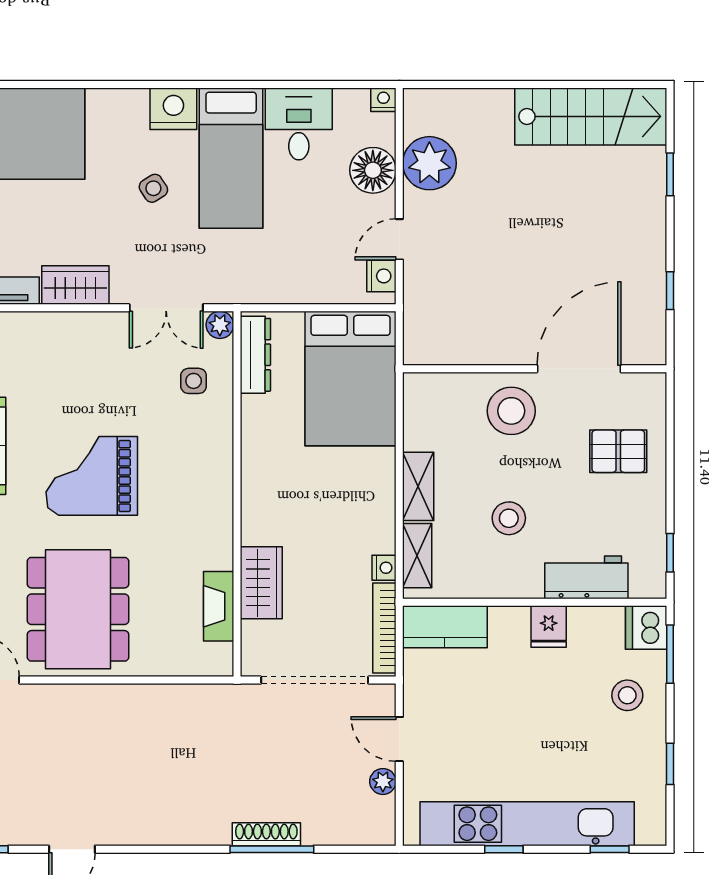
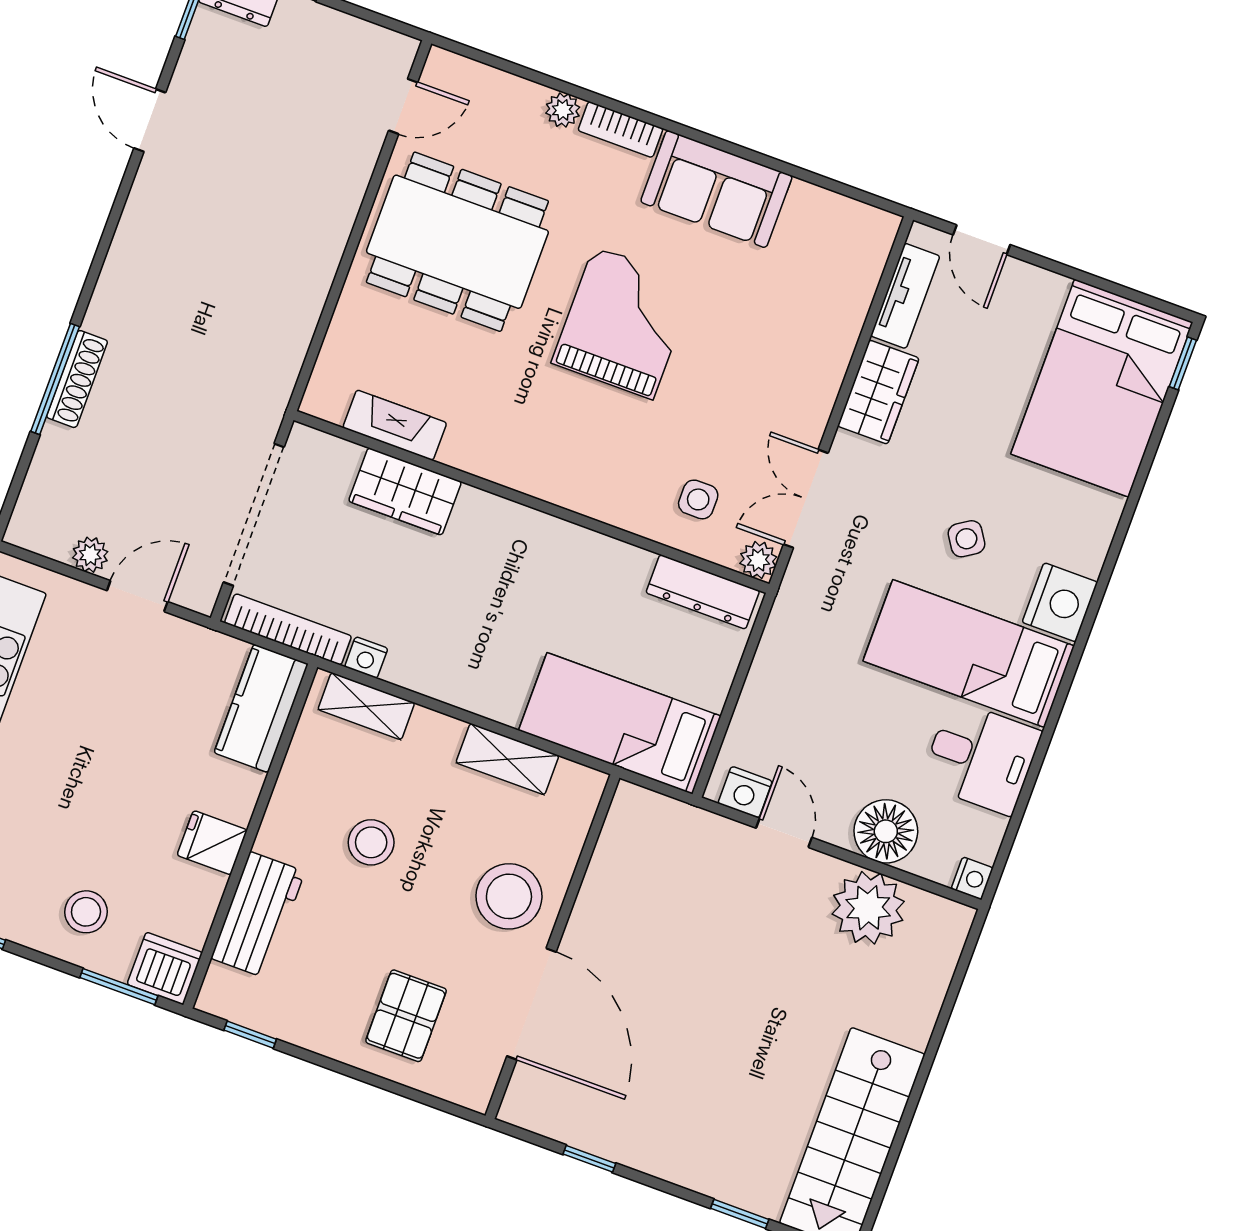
bed: (351, 378) -> (620, 723), width x0.67
shelving: (418, 486) -> (507, 759), moved

